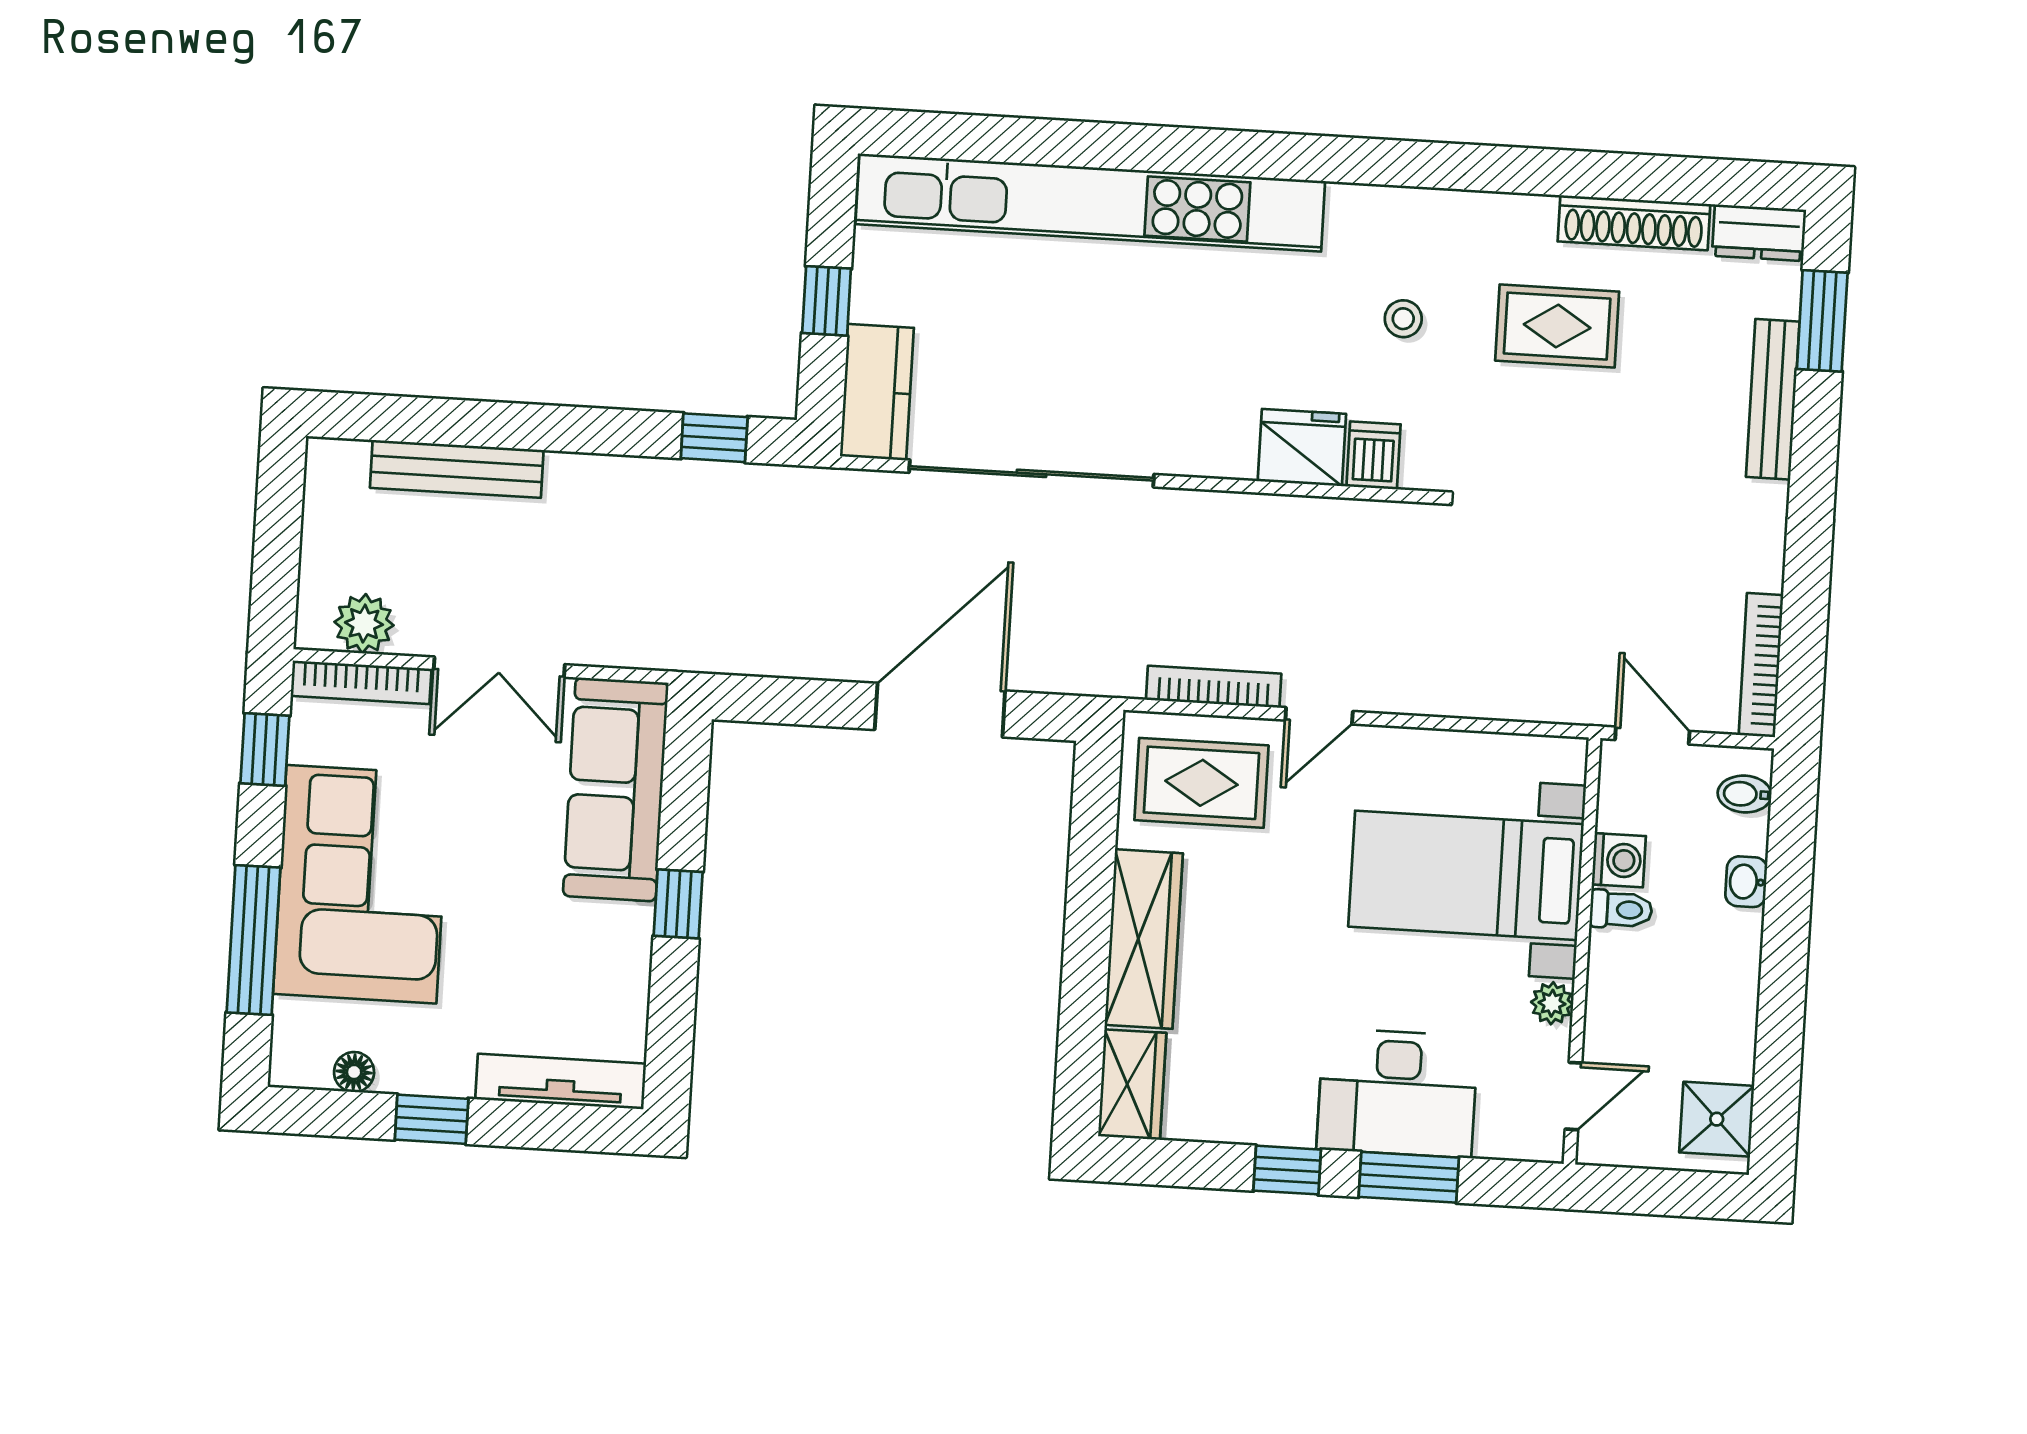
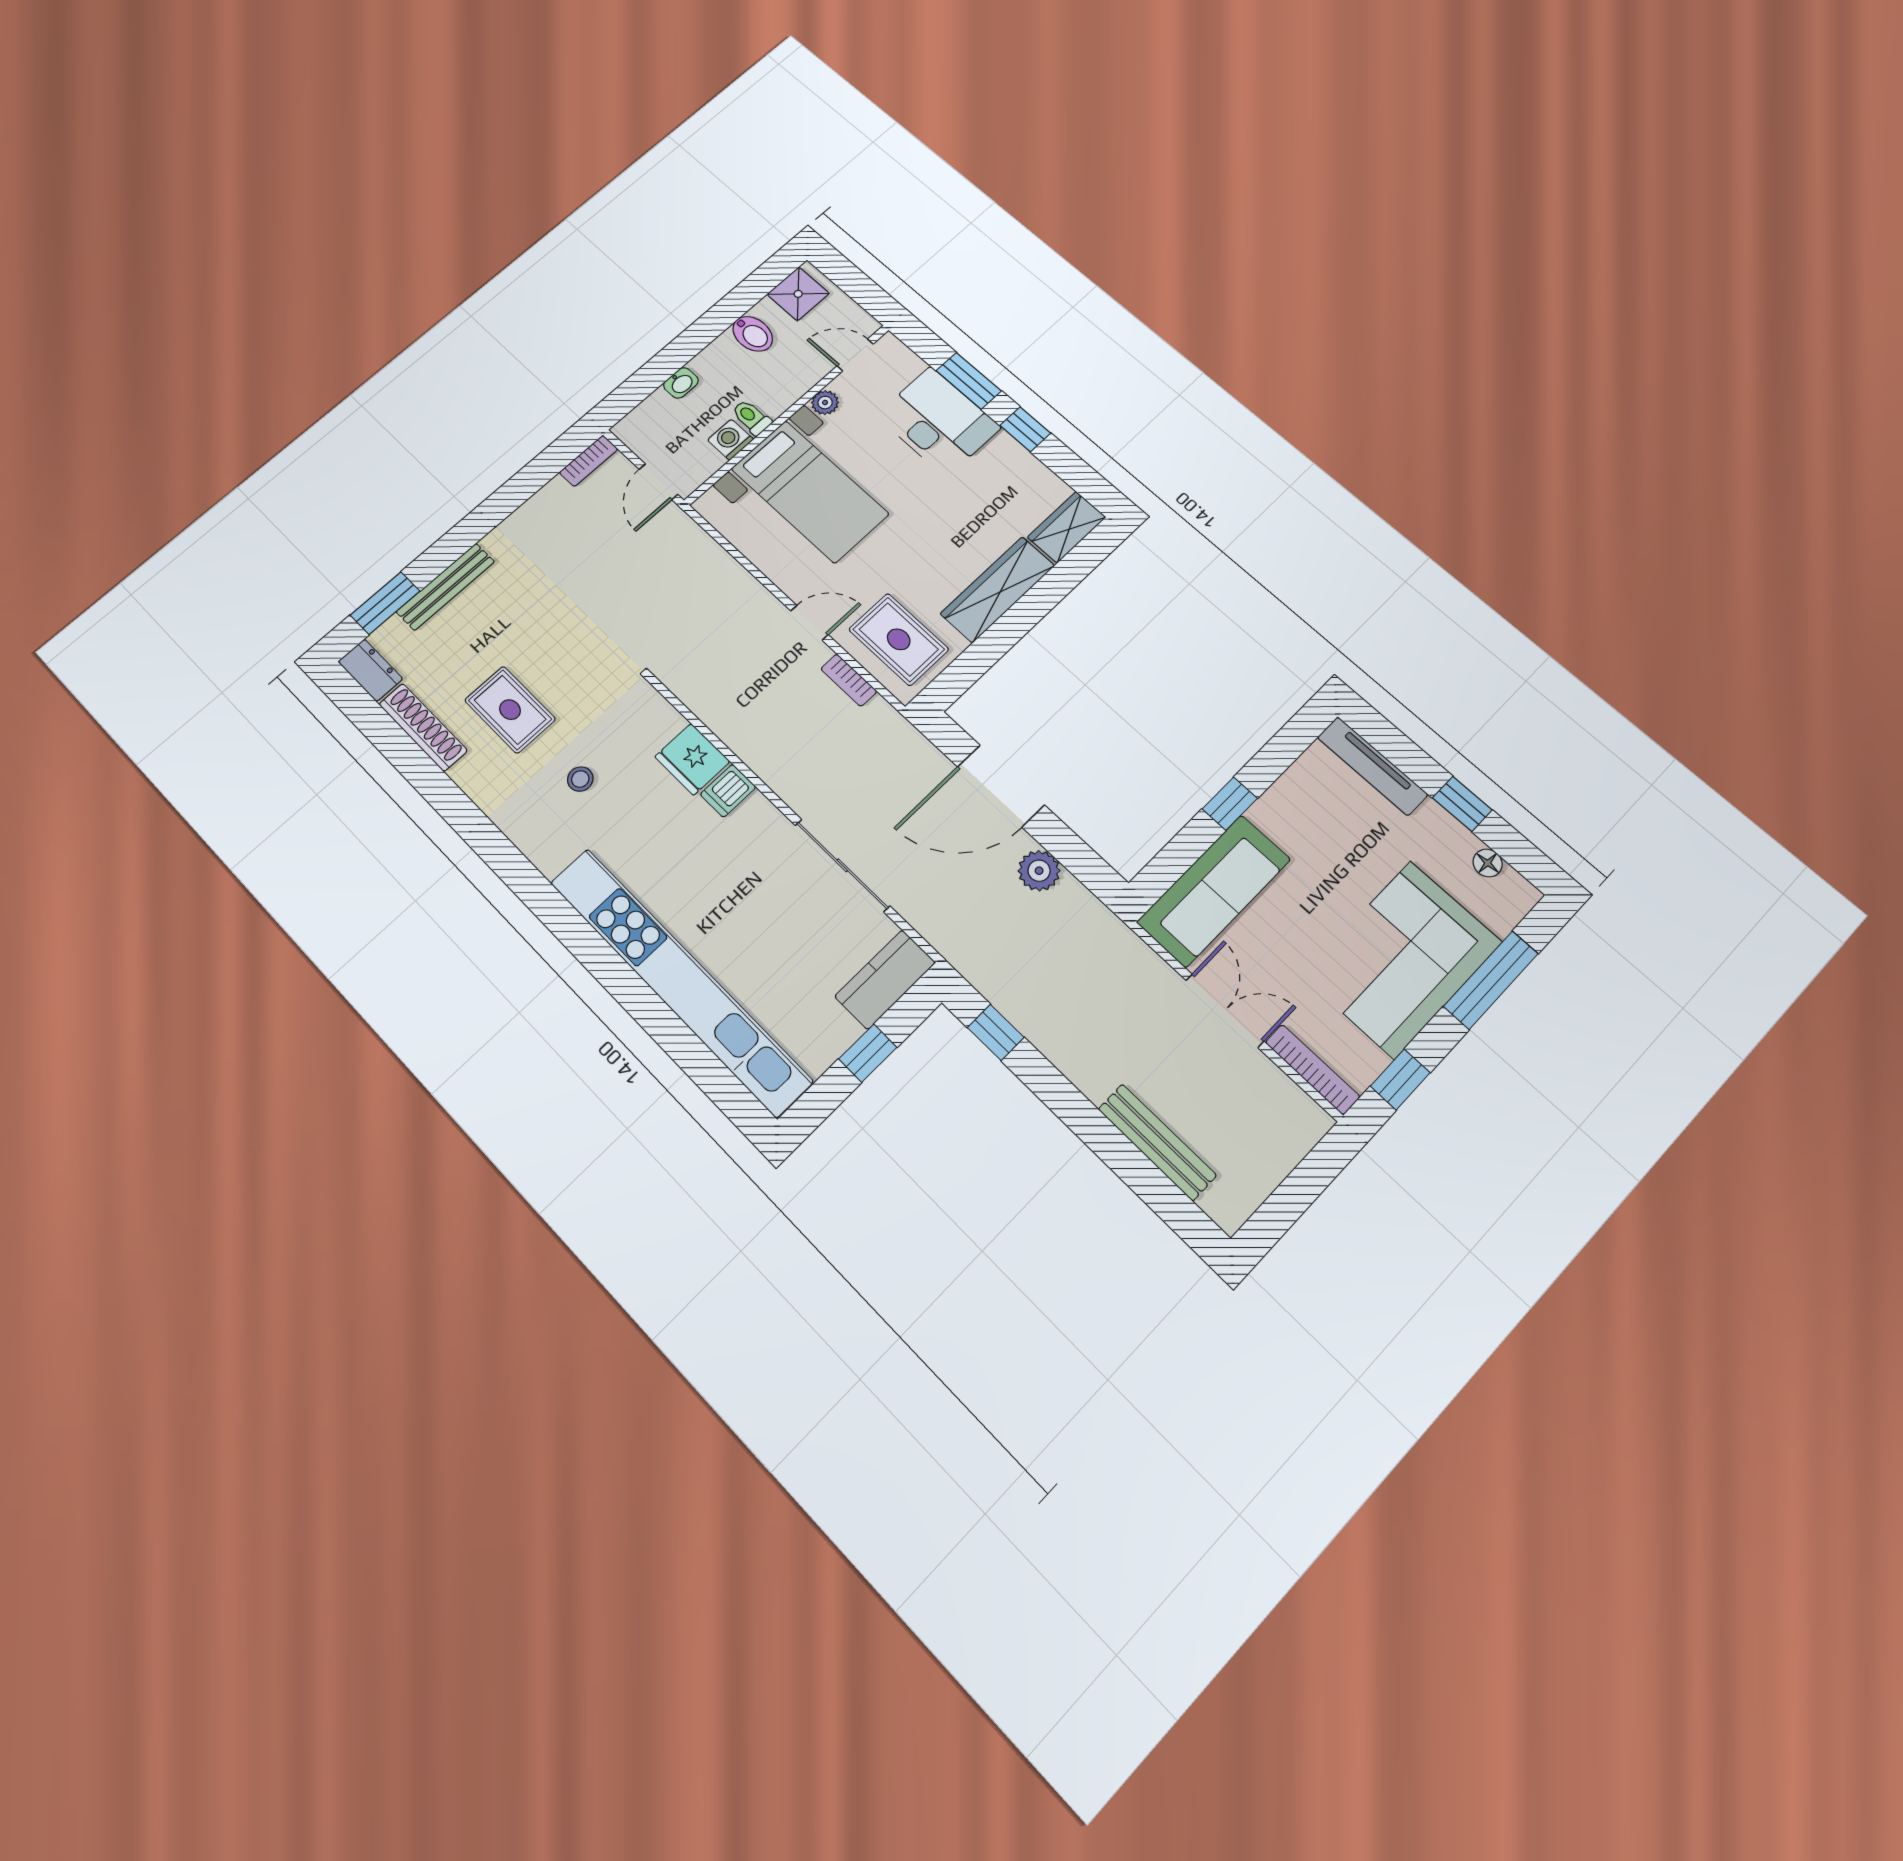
dishwasher: (1373, 455) -> (728, 791), moved
sliding door: (1032, 473) -> (842, 865), width x0.73
plant: (364, 624) -> (1039, 871), moved
bookcase: (1761, 665) -> (589, 461), width x0.64
bookcase: (1214, 687) -> (849, 680), width x0.64
bidet: (1745, 794) -> (753, 334), moved, width x1.38, depth x1.36

